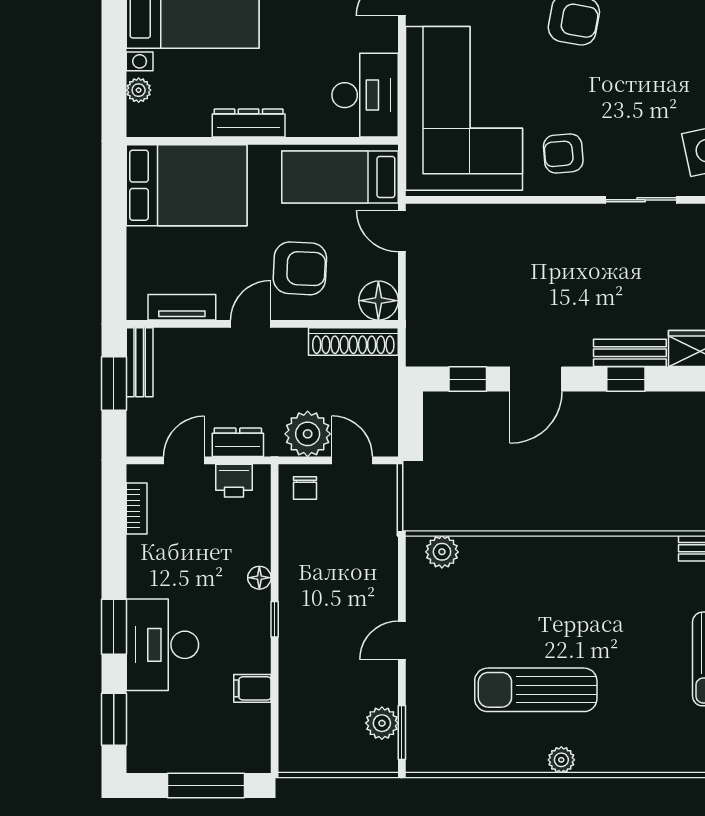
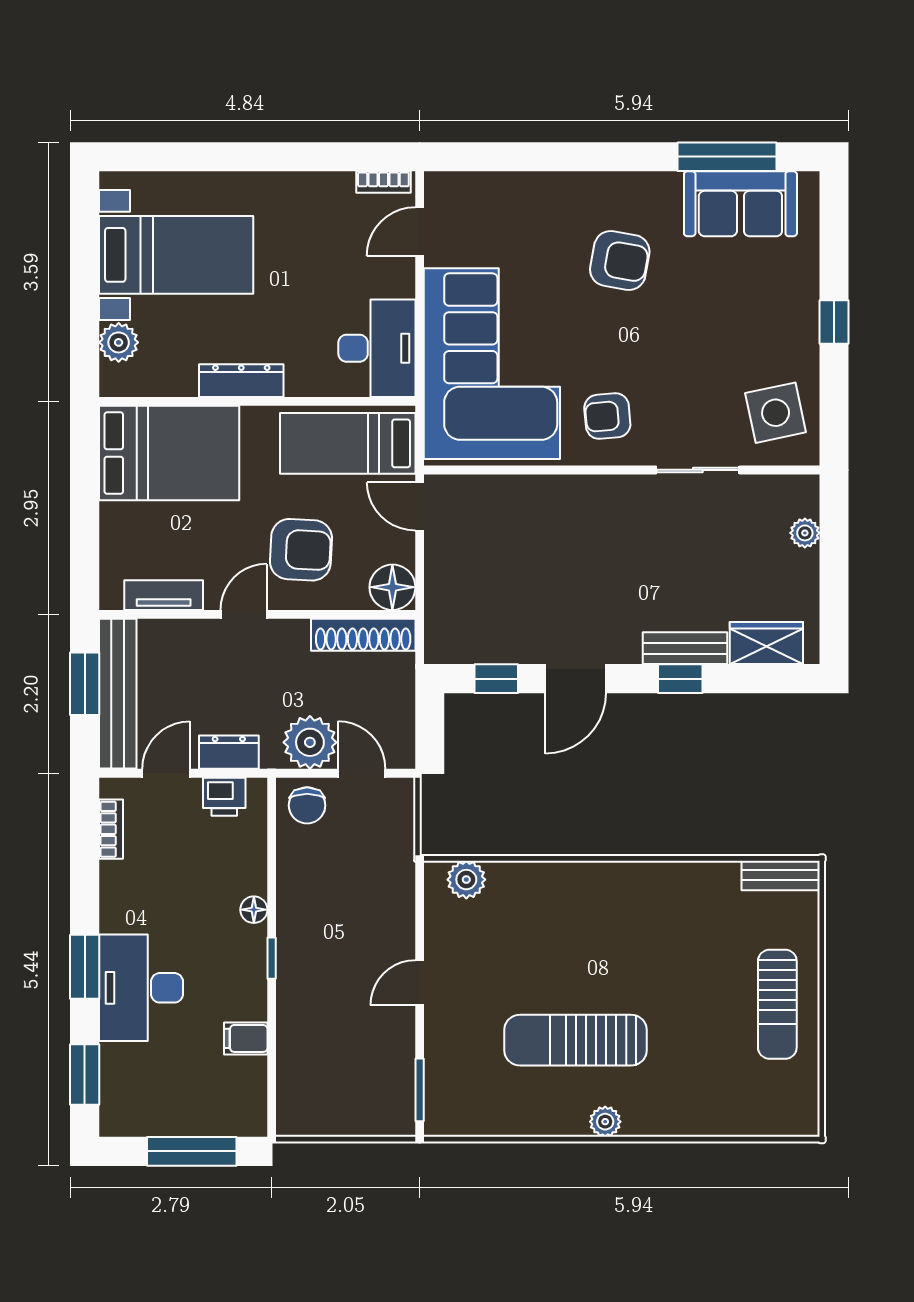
plant: (139, 90) -> (119, 342), width x1.38, depth x1.38
bench: (140, 362) -> (118, 694), width x1.86, depth x1.21
chair: (305, 488) -> (307, 805), width x1.37, depth x1.37
plant: (382, 723) -> (396, 1079), removed

